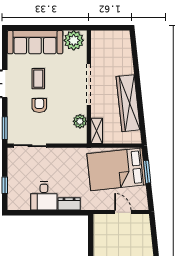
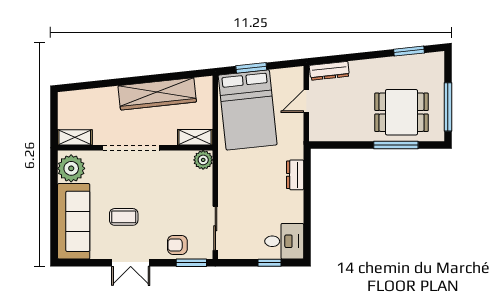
shelving: (96, 43) -> (75, 137), added
armchair: (39, 105) -> (177, 245), moved
plant: (80, 121) -> (203, 160), moved
desk: (44, 196) -> (284, 241), moved
dresser: (145, 229) -> (329, 71), added

